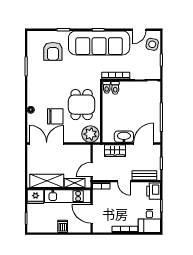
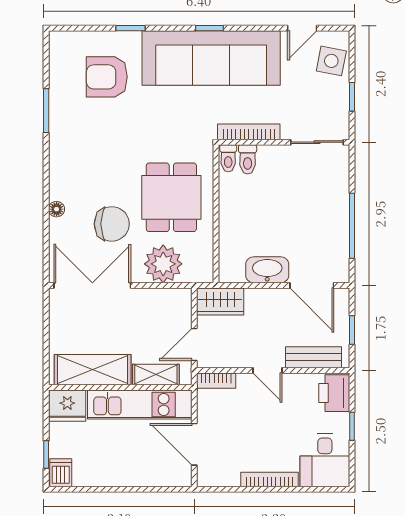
armchair: (53, 51) -> (107, 77), turned 90
plant: (90, 134) -> (163, 264), moved
door: (144, 144) -> (312, 285), swing flipped
wardrobe: (115, 151) -> (220, 301), moved
dishwasher: (63, 226) -> (61, 473), moved

